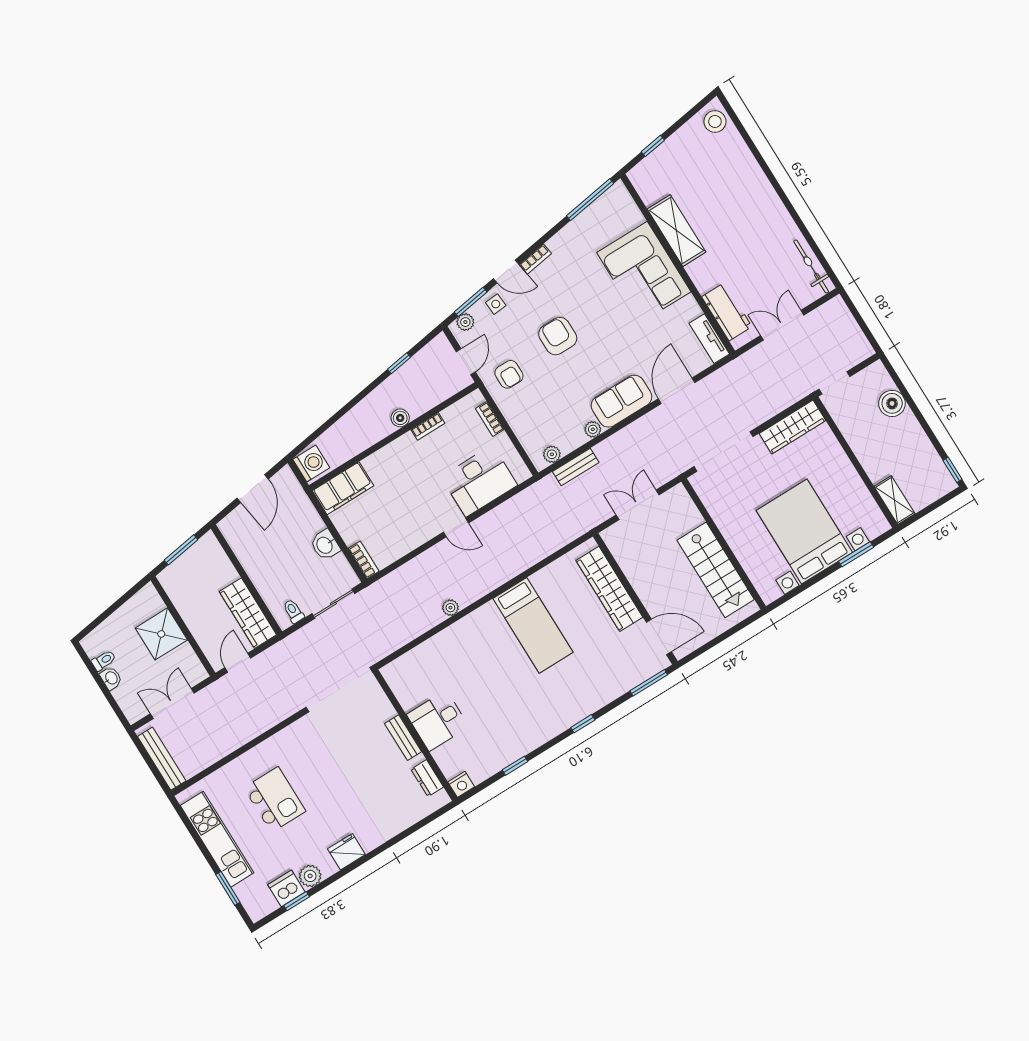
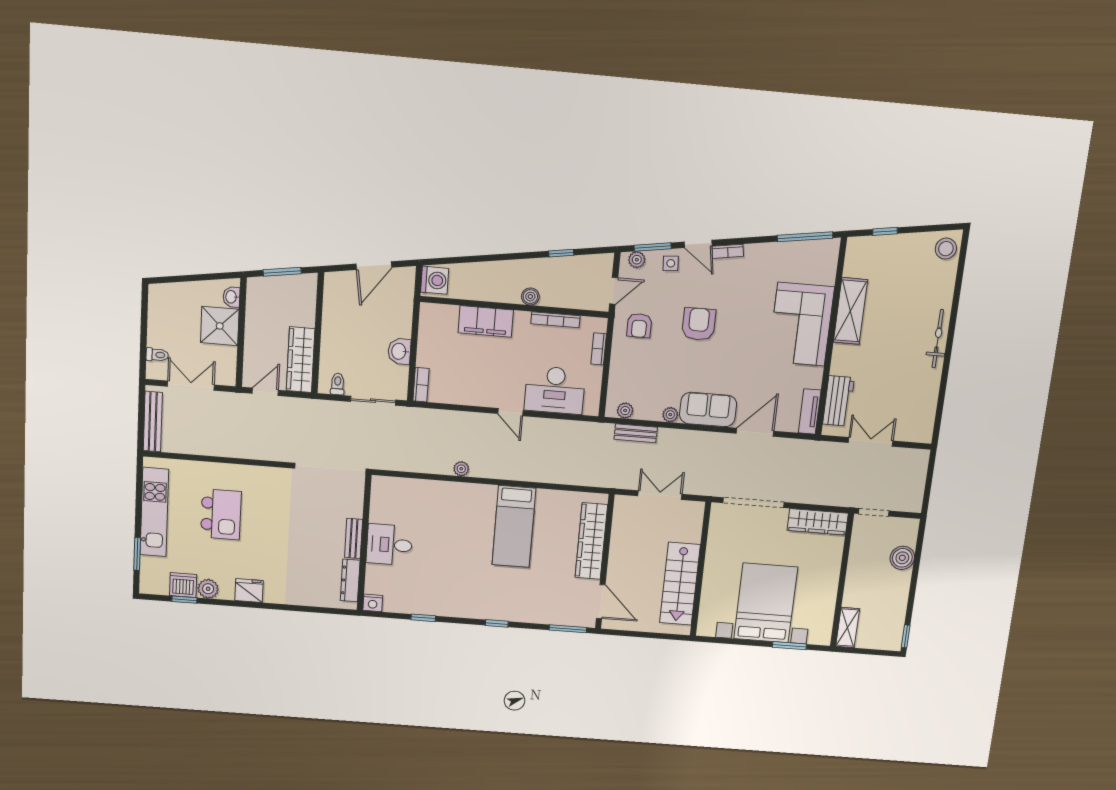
bicycle: (811, 267) -> (938, 339), moved
bookcase: (428, 426) -> (555, 320), width x1.56
filing cabinet: (343, 488) -> (486, 321), moved
toilet: (104, 660) -> (157, 355), moved
washbasin: (111, 678) -> (231, 297), moved, turned 180
dresser: (427, 778) -> (350, 580), width x1.44

